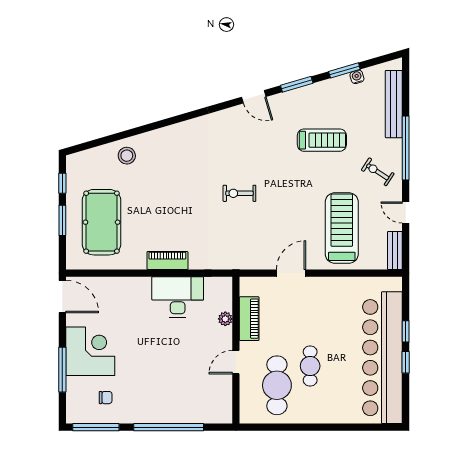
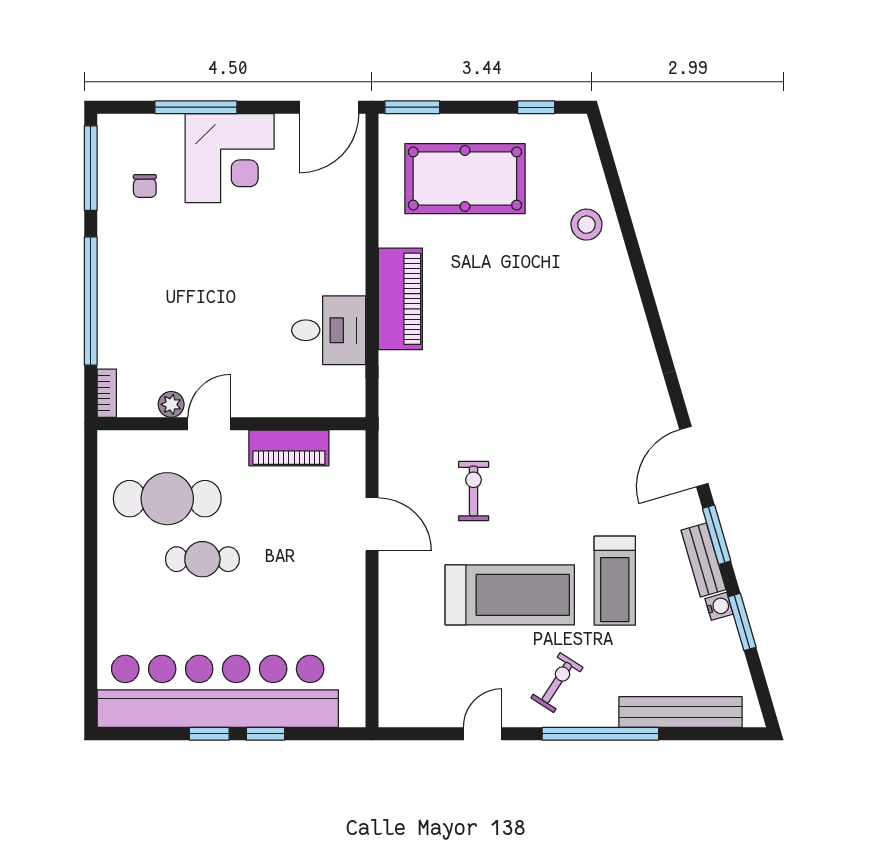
water cooler: (357, 77) -> (719, 606), moved
door: (254, 97) -> (694, 456), width x1.38
exercise bike: (239, 193) -> (474, 491), moved
window: (62, 220) -> (412, 107), moved
treadmill: (342, 228) -> (510, 595), moved
bench: (395, 251) -> (703, 560), moved, turned 74
piano: (167, 261) -> (400, 299), width x1.37, depth x1.33
desk: (178, 297) -> (329, 330), width x0.73
plant: (225, 319) -> (171, 404), moved
door: (236, 362) -> (209, 424), hinge flipped
bookcase: (219, 418) -> (107, 393), added

